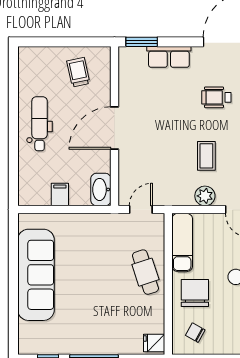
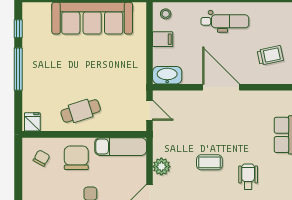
coffee table: (206, 156) -> (209, 162), moved
stool: (31, 191) -> (166, 14), added
cafe table: (145, 272) -> (81, 111), moved
chair: (195, 293) -> (76, 158), turned -90

